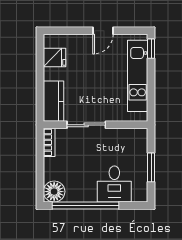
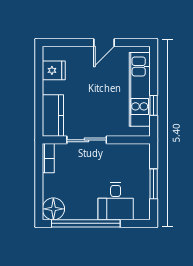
window: (151, 49) -> (154, 105), moved

